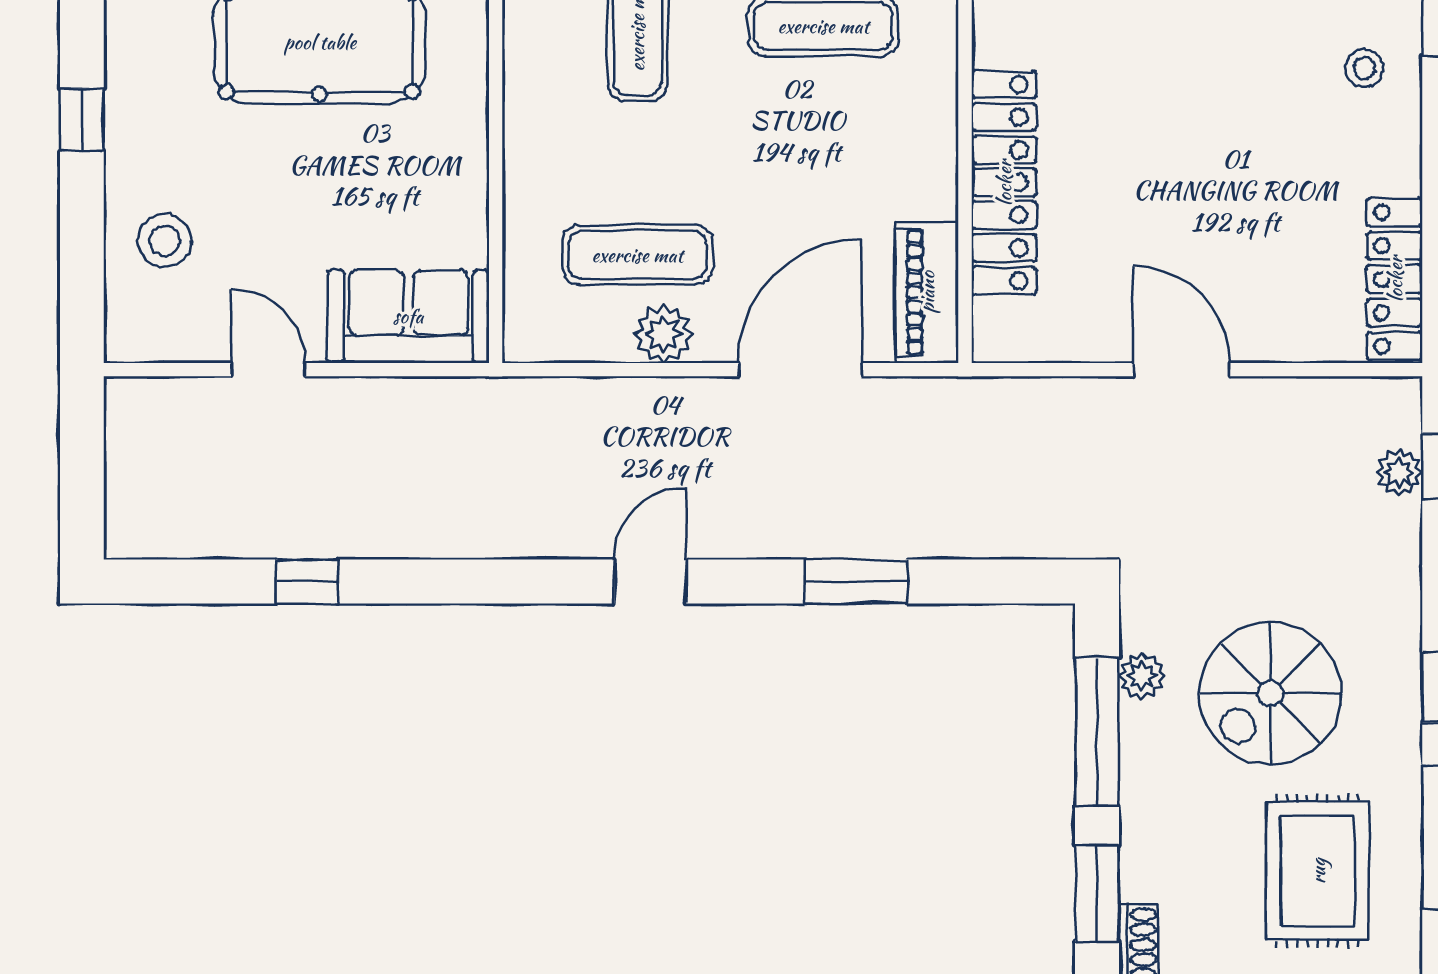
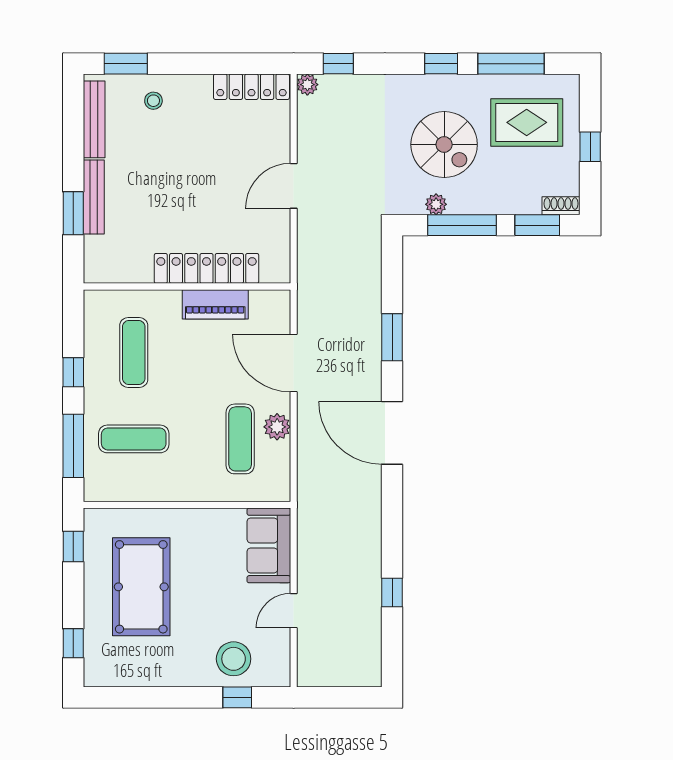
window: (82, 119) -> (237, 697), moved
stool: (165, 241) -> (234, 659), width x1.38, depth x1.38
piano: (927, 292) -> (215, 304), moved
plant: (1399, 473) -> (307, 85), moved
door: (650, 581) -> (392, 433), width x1.88

